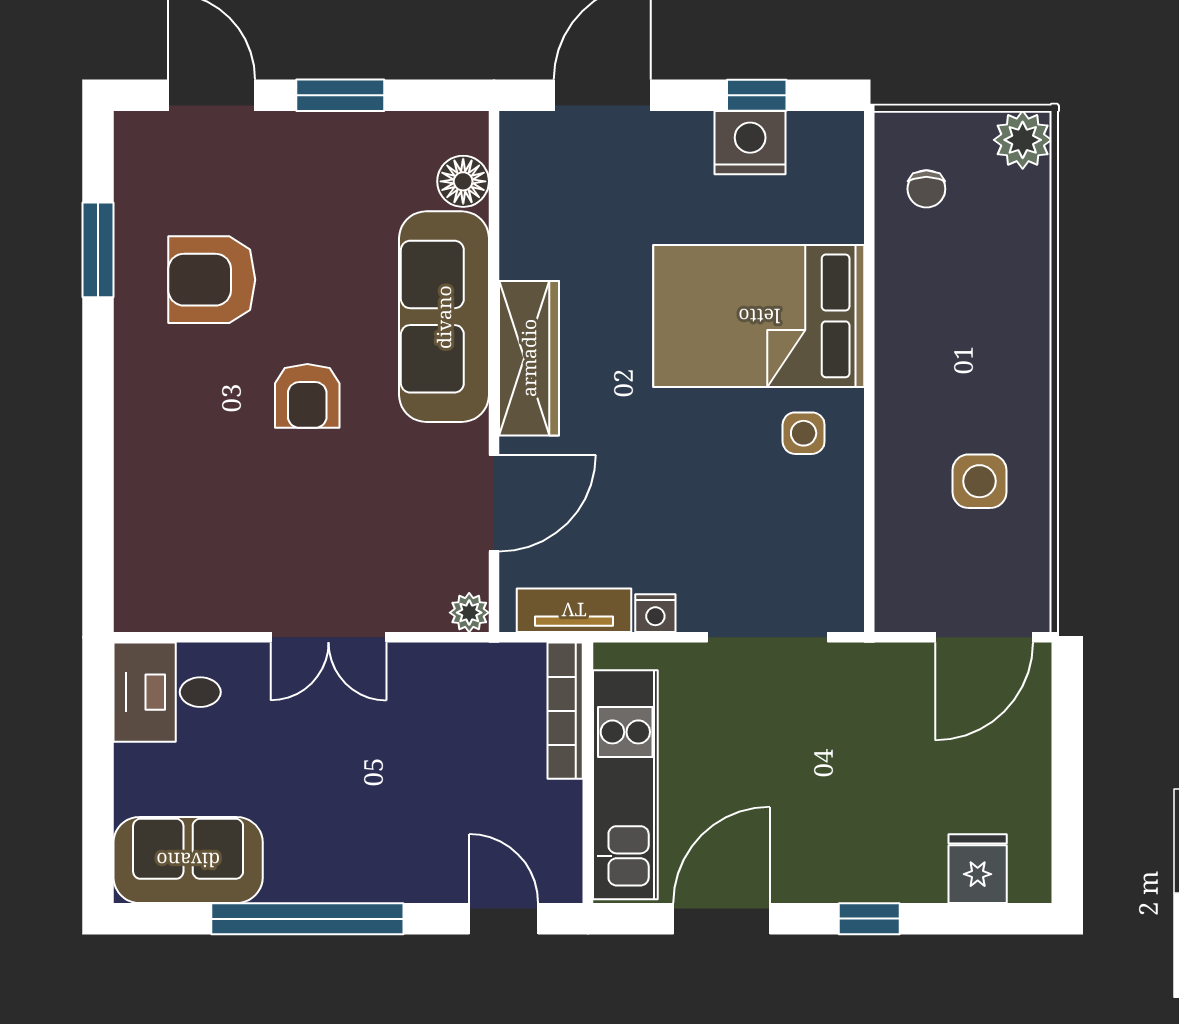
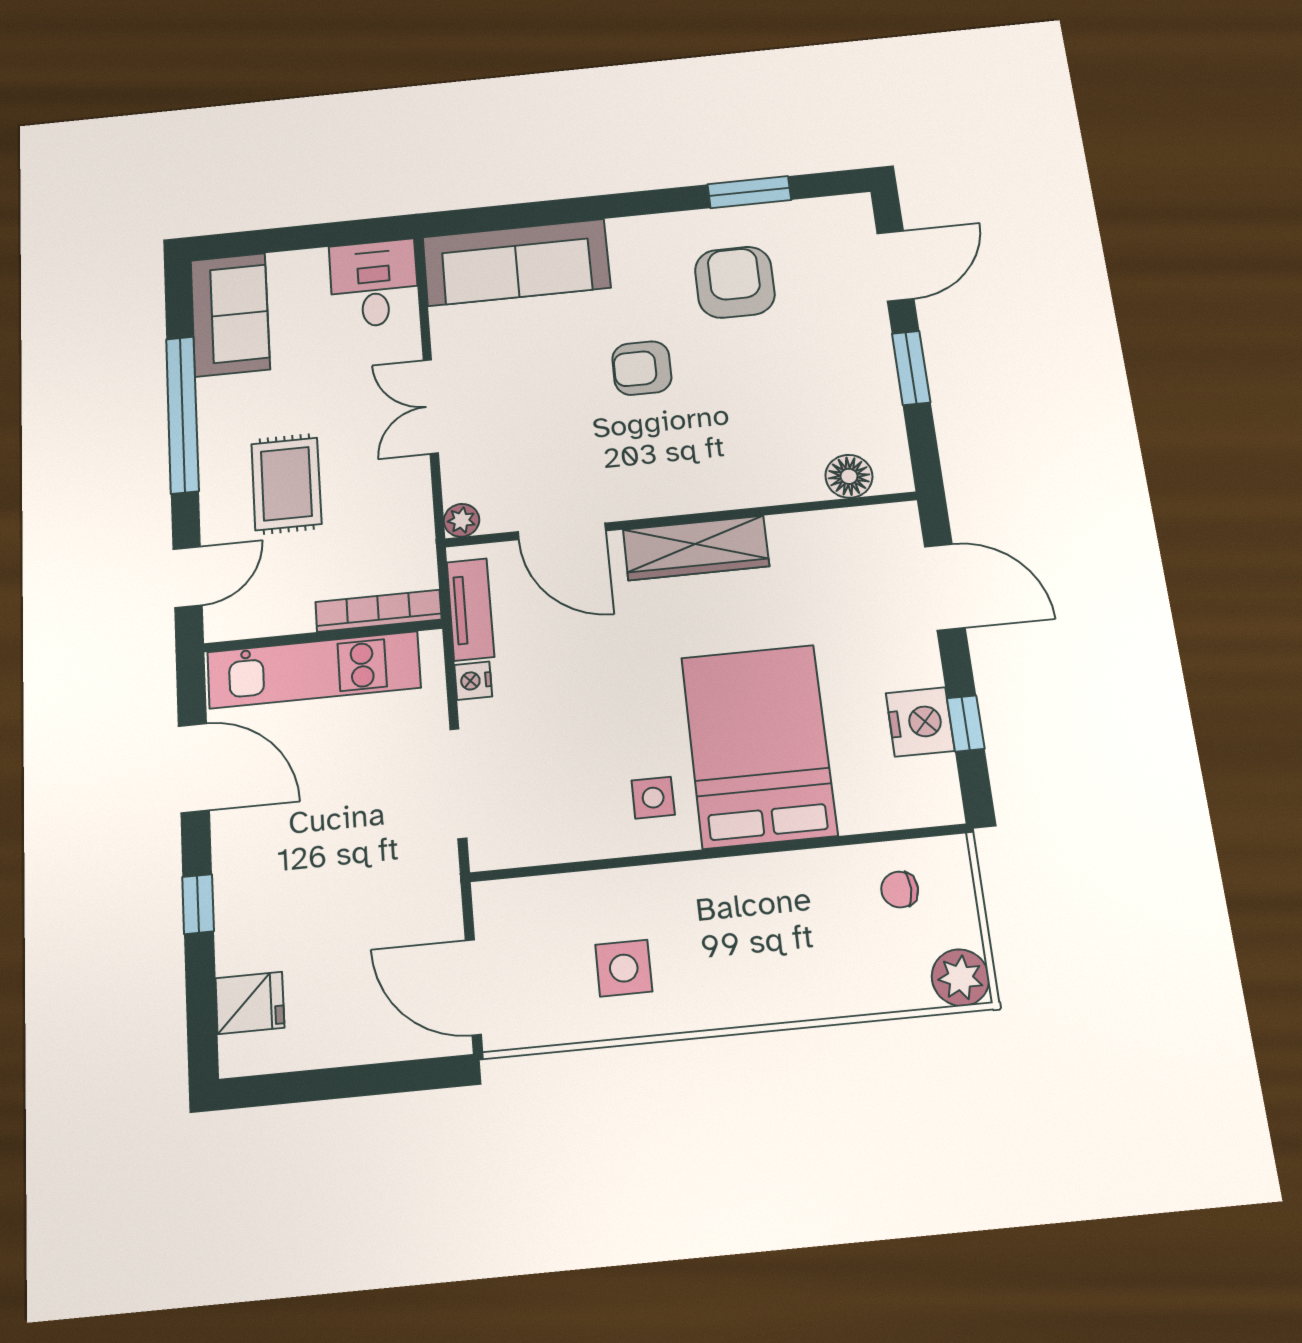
sofa: (444, 317) -> (516, 262), moved, turned 180
rug: (405, 805) -> (286, 484), added

